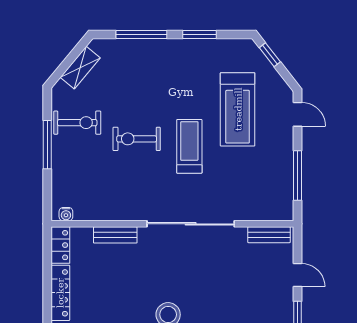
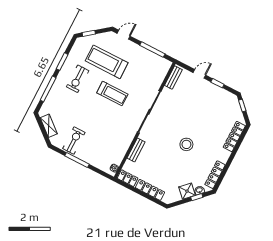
treadmill: (238, 109) -> (107, 62), turned 180
exercise bike: (137, 139) -> (78, 79), moved
treadmill: (189, 146) -> (112, 94), turned 180

